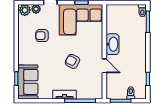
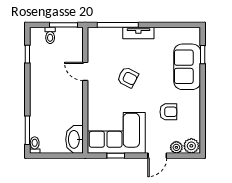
washbasin: (113, 44) -> (74, 139), moved
sofa: (28, 82) -> (187, 67), moved

